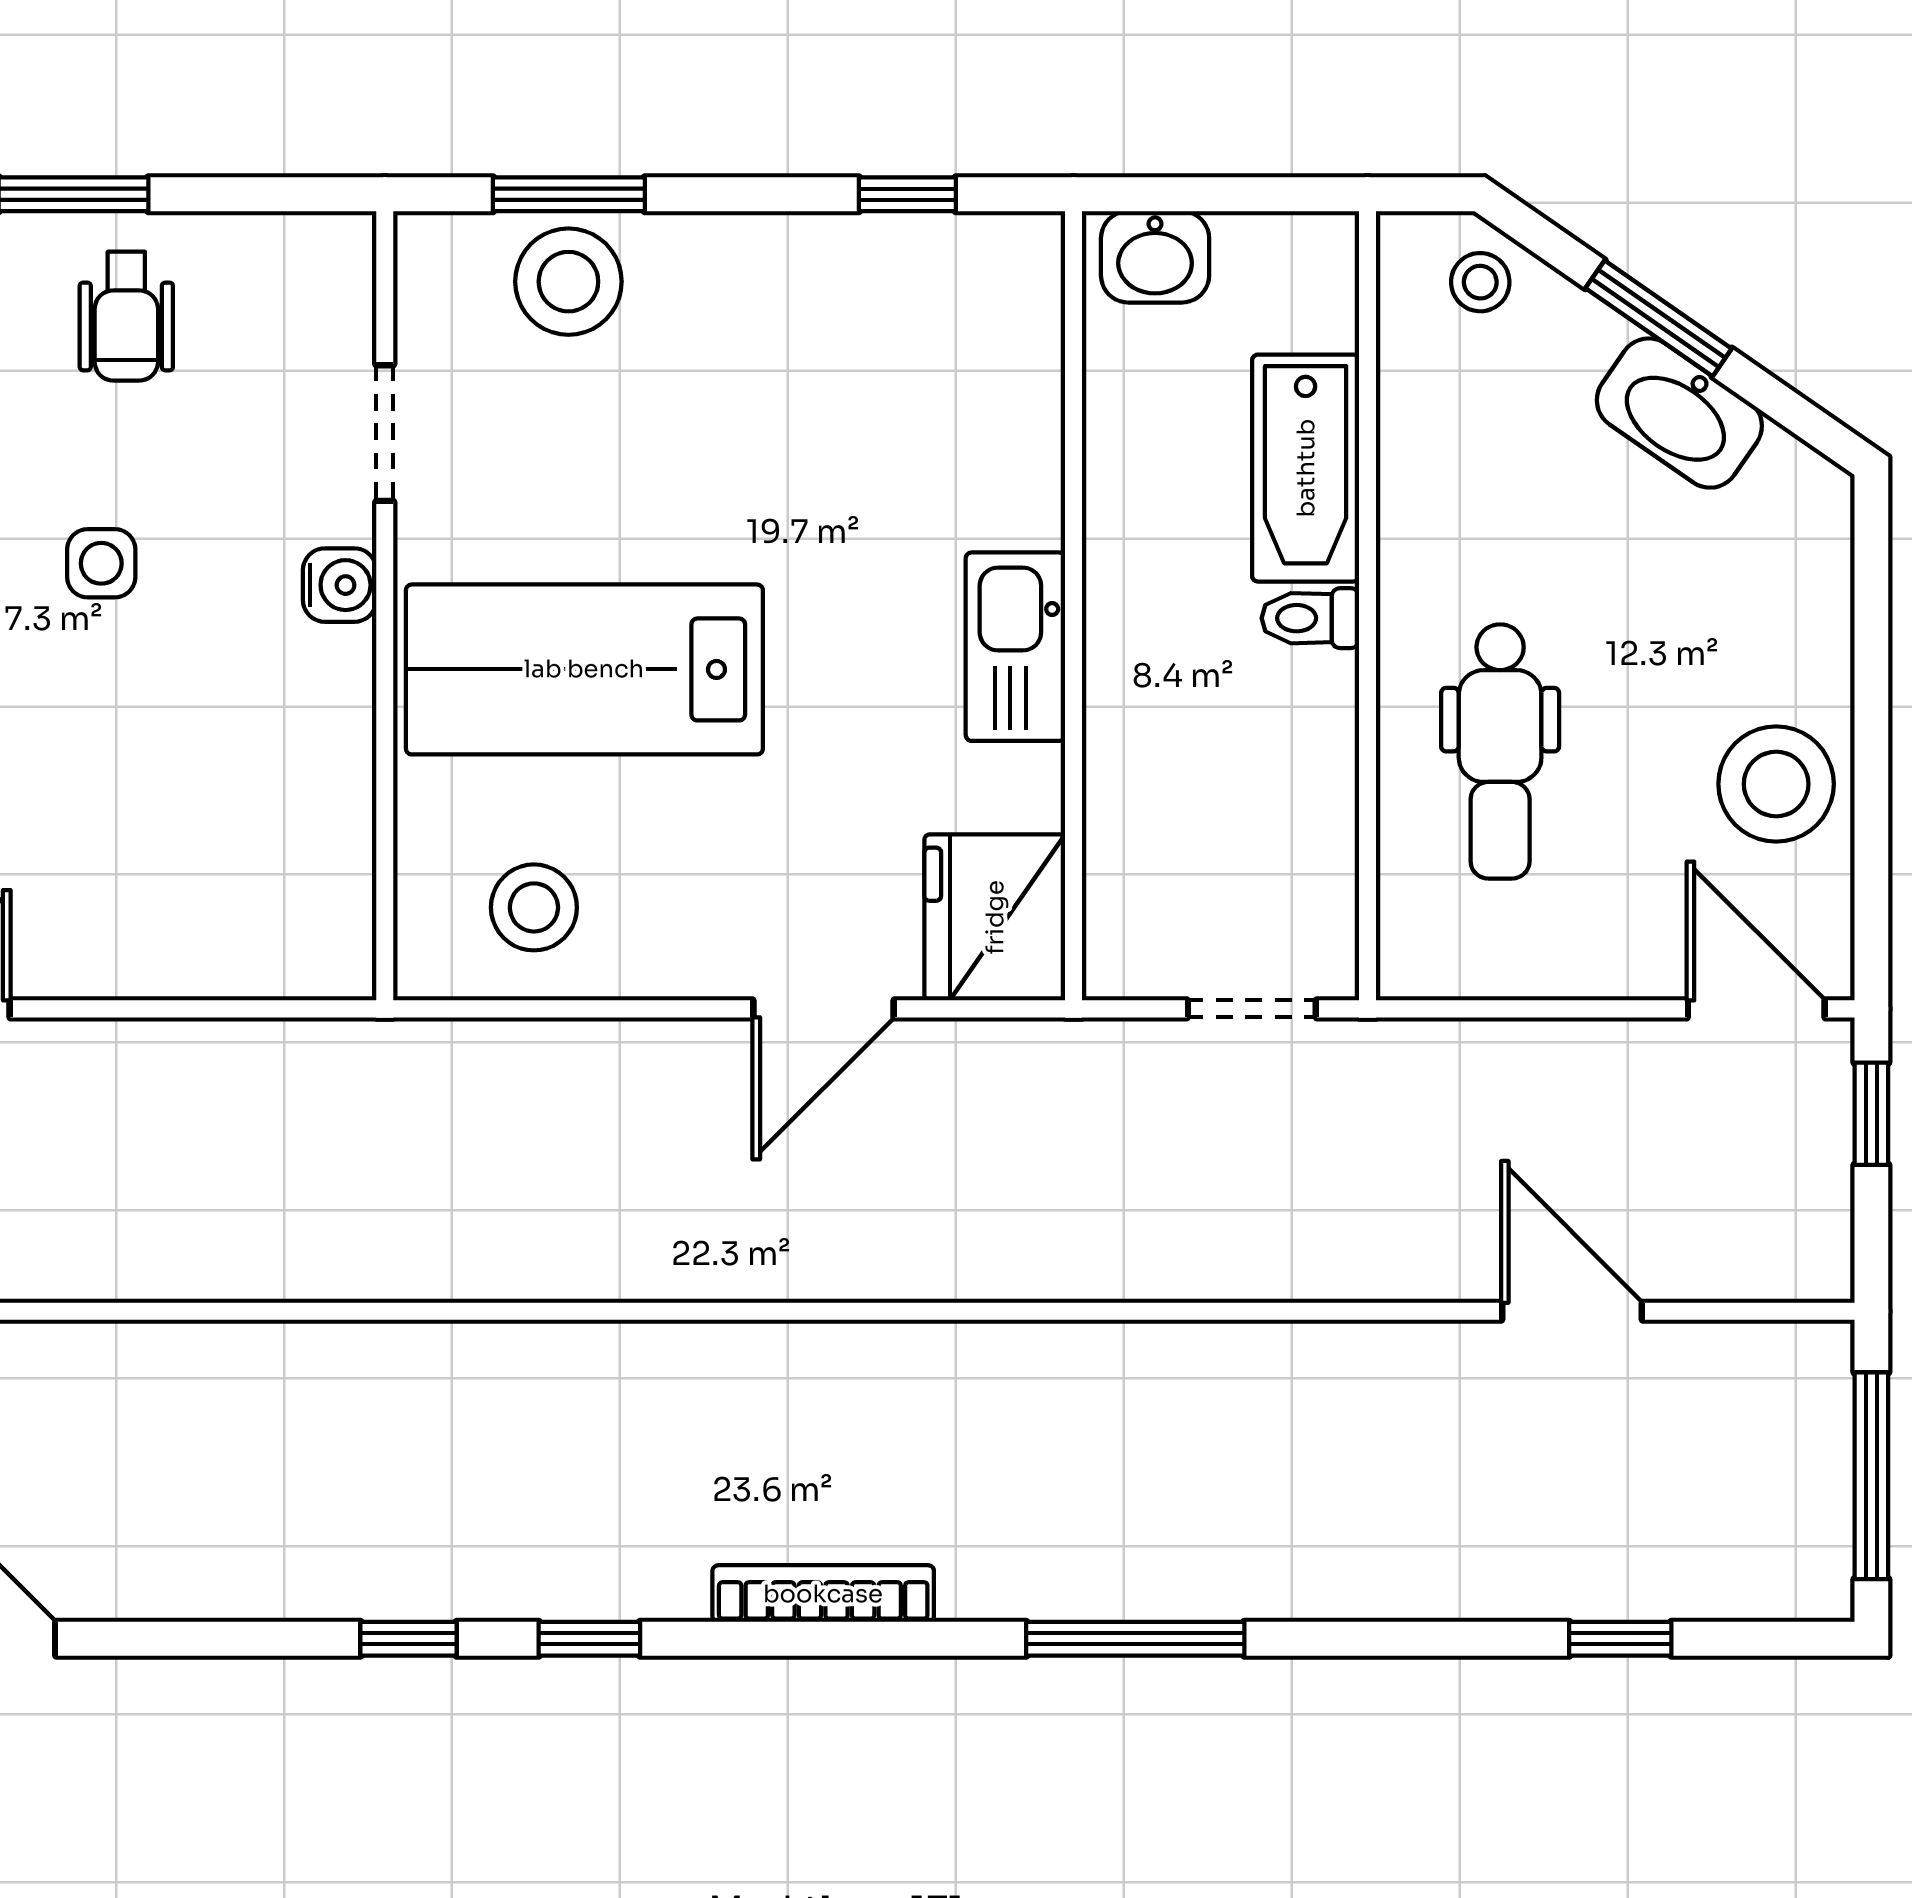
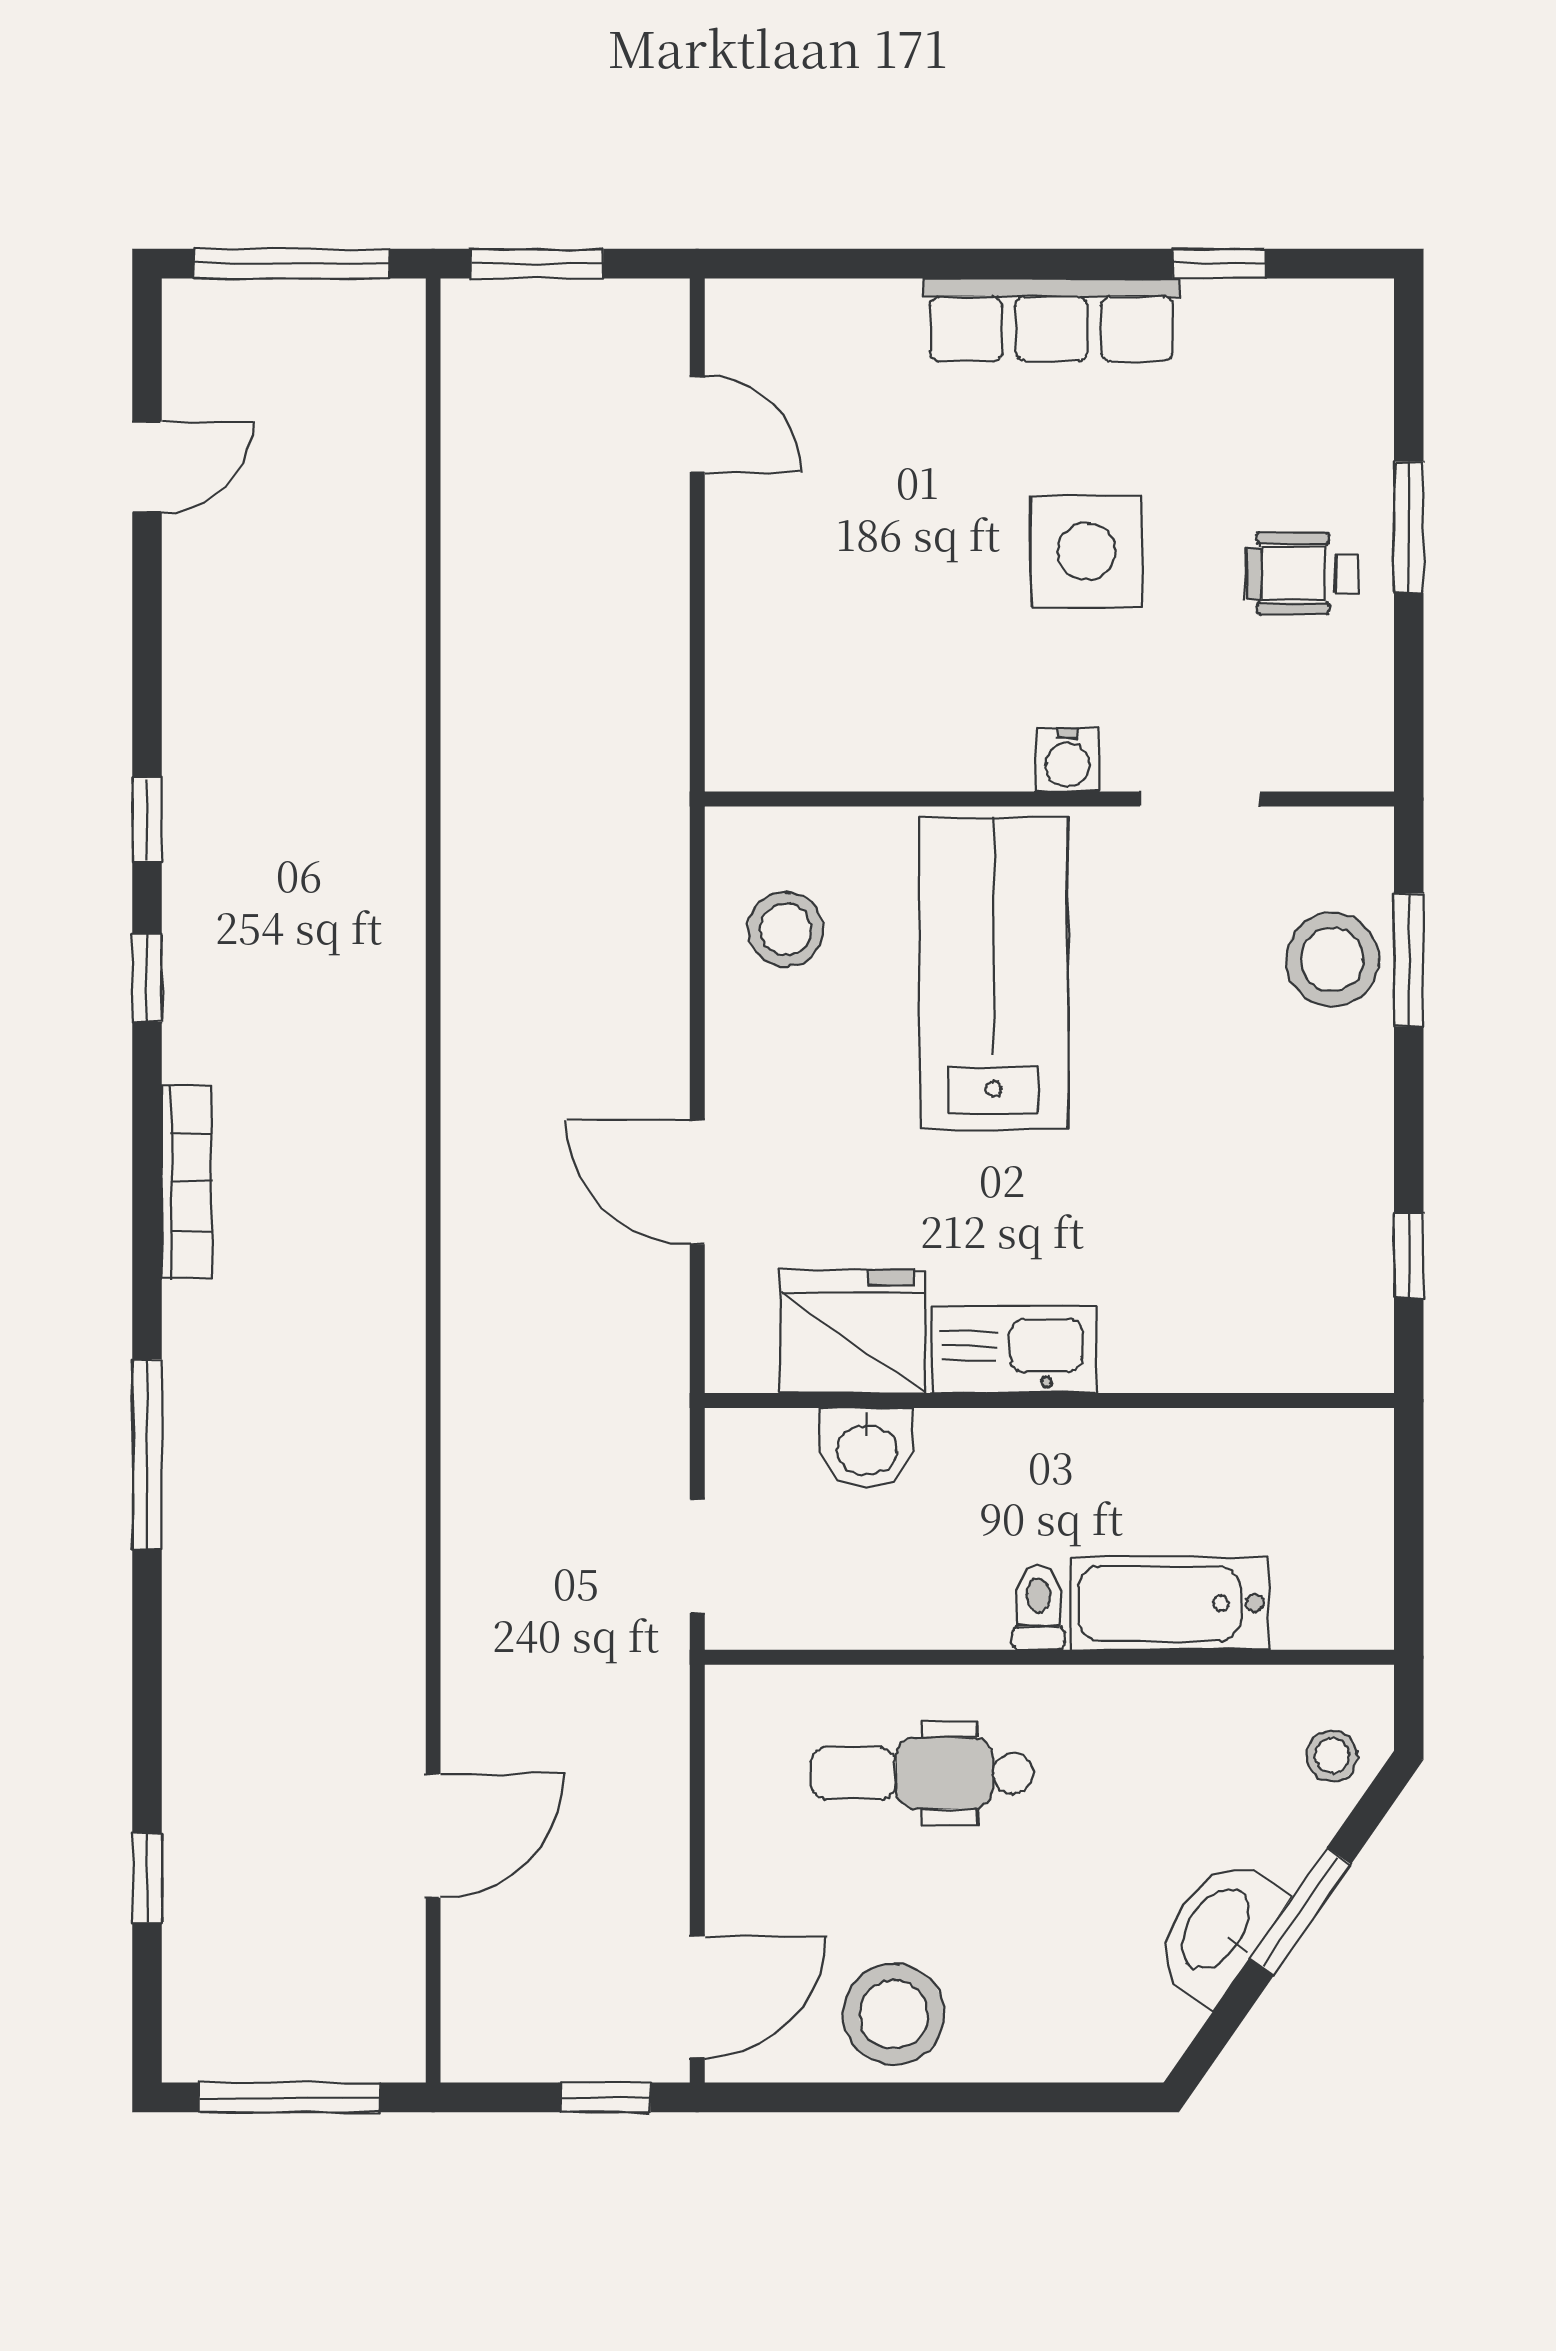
washbasin: (1155, 257) -> (867, 1448), moved, turned -90
side table: (101, 563) -> (1086, 551), width x1.87, depth x1.87
fridge: (995, 917) -> (853, 1332), moved

